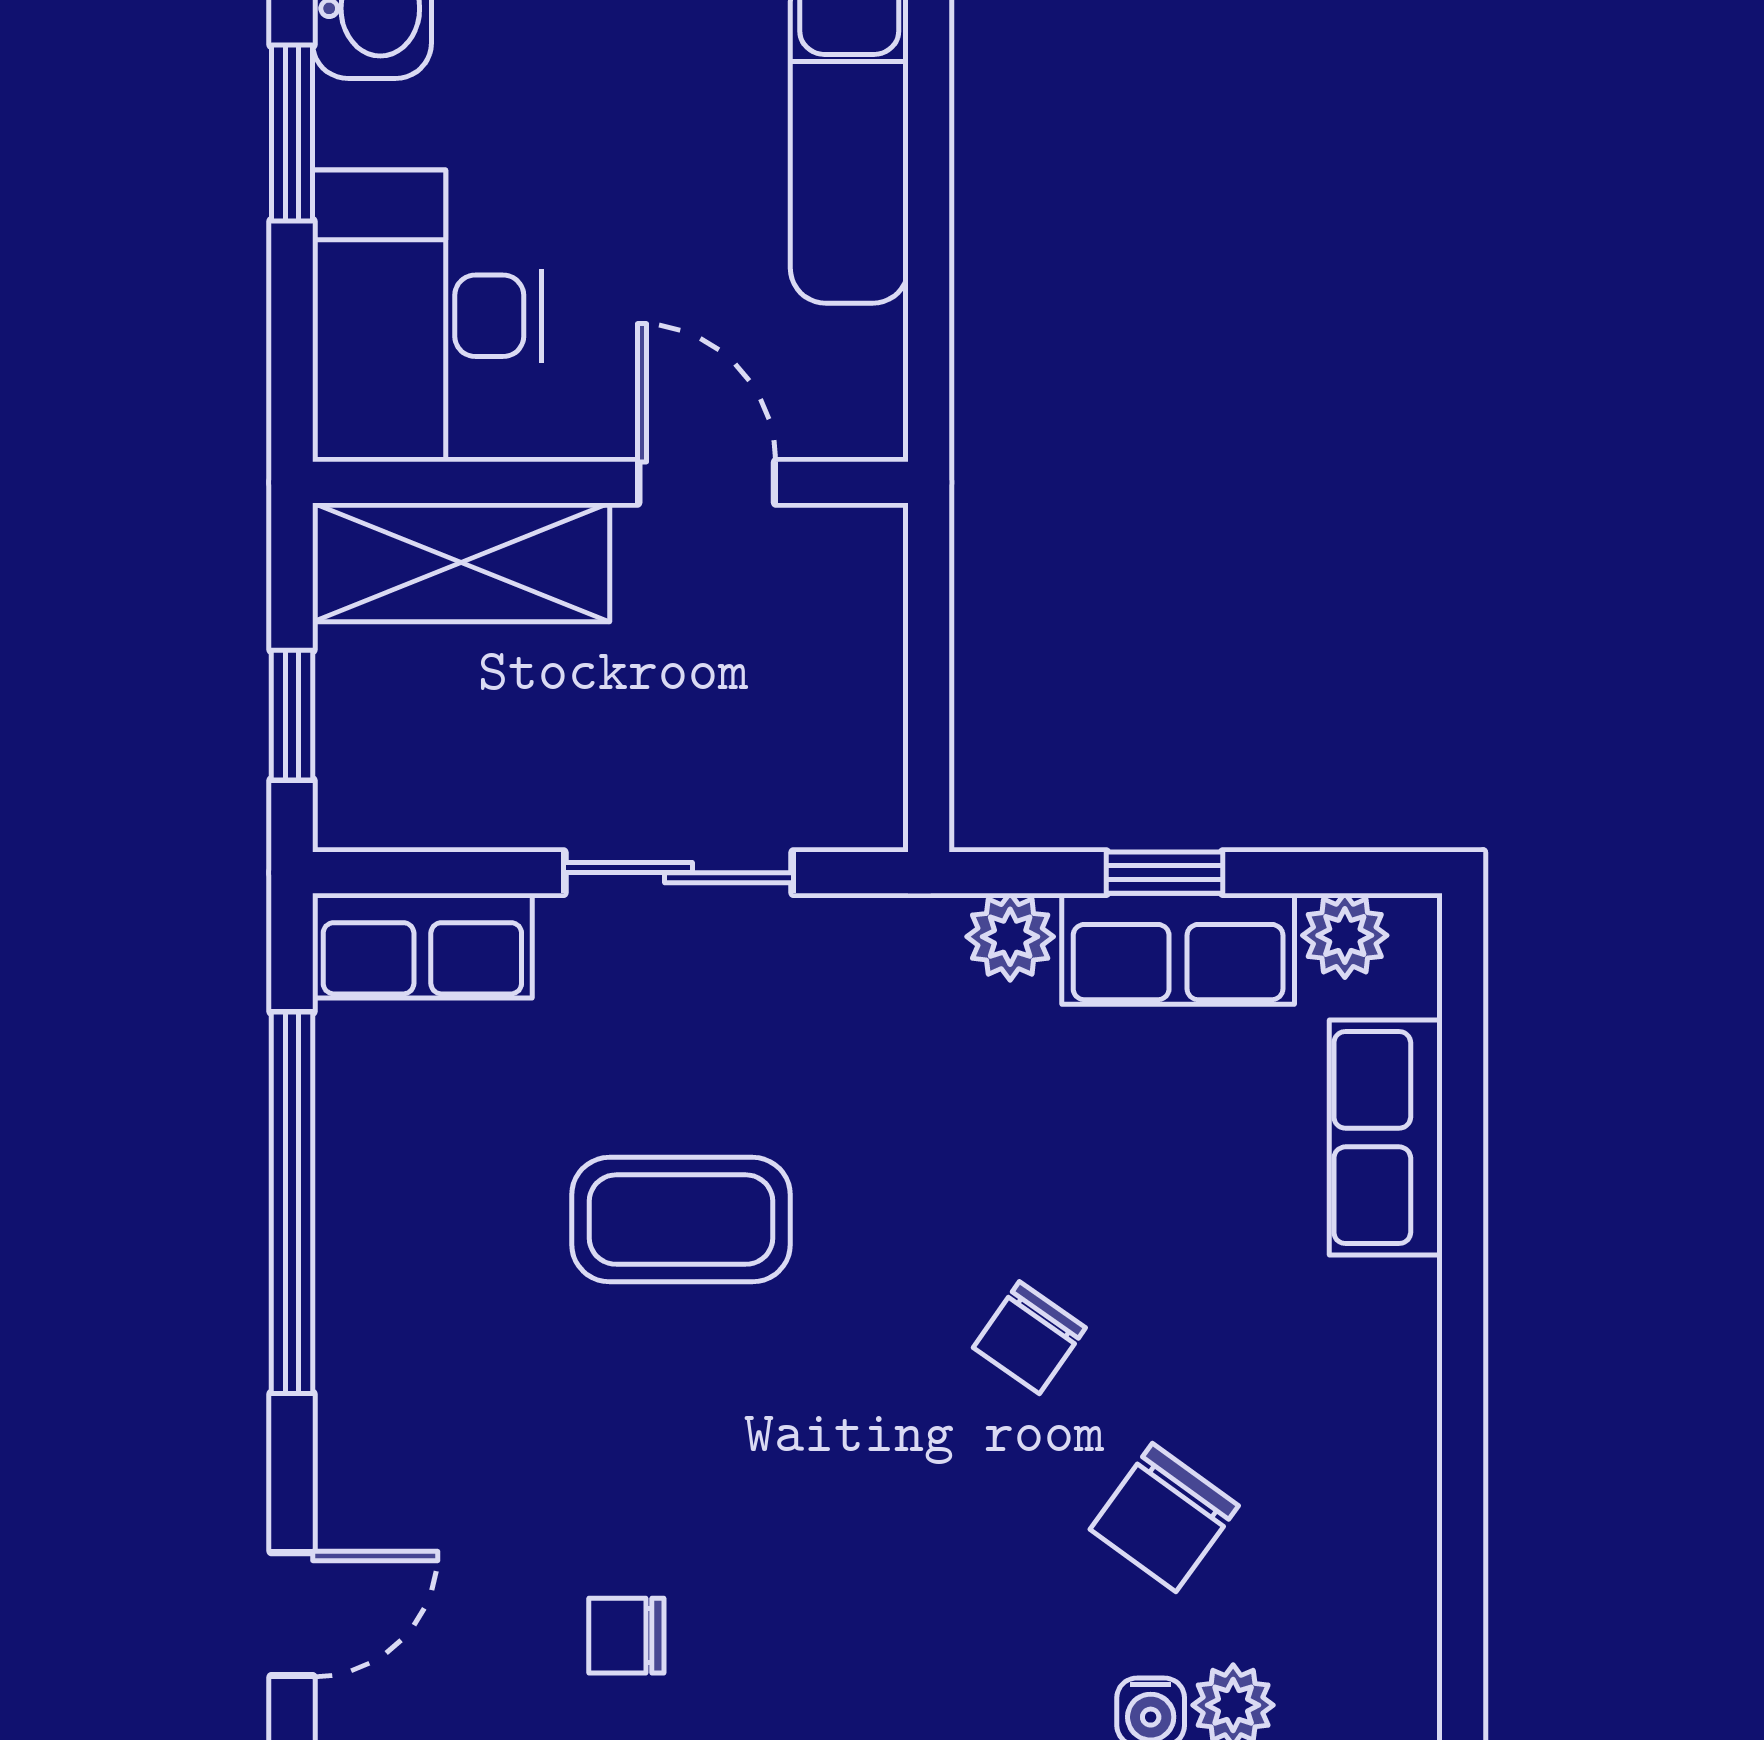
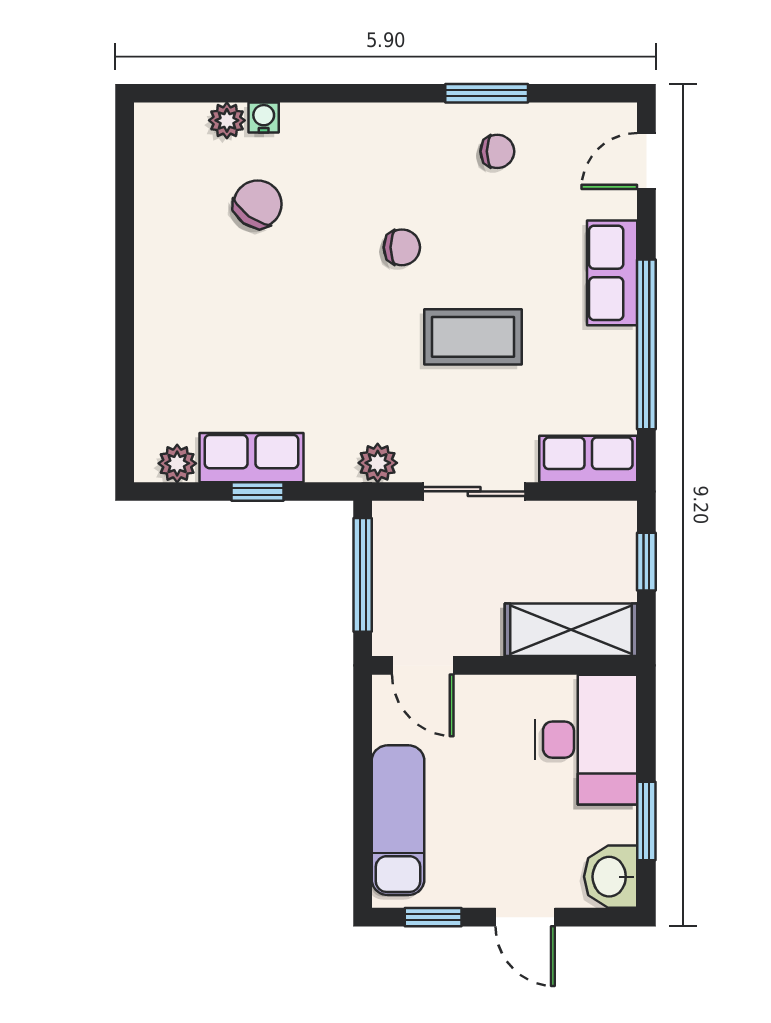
door: (707, 482) -> (423, 665), moved
window: (929, 686) -> (363, 575), added
plant: (1010, 937) -> (378, 463), moved
row of seats: (1386, 1138) -> (612, 273), moved, turned 180
chair: (1029, 1338) -> (402, 247), moved, turned 55

